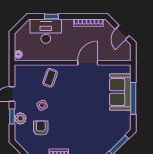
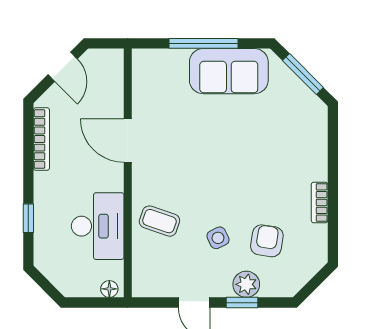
desk: (46, 31) -> (98, 226), moved, turned 180
door: (122, 32) -> (63, 67), hinge flipped
sofa: (120, 92) -> (229, 71), moved
armchair: (41, 128) -> (267, 241), turned 99

